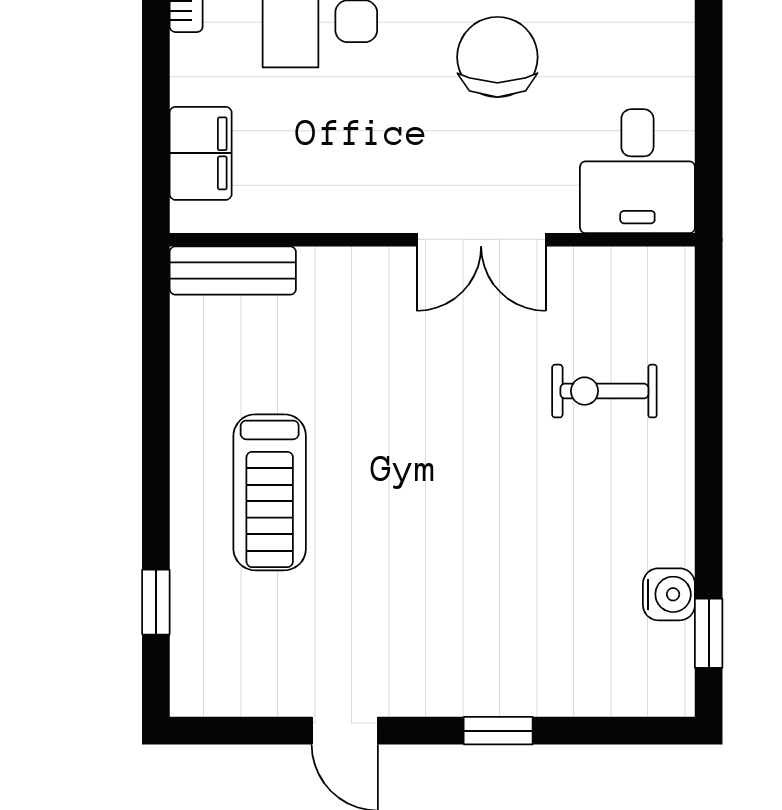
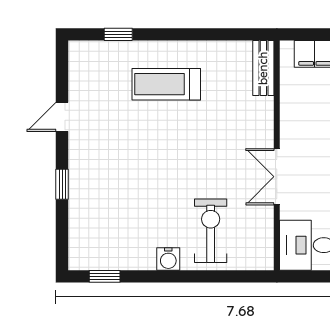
exercise bike: (604, 391) -> (211, 231), width x1.38, depth x1.39
water cooler: (669, 594) -> (168, 259), moved

